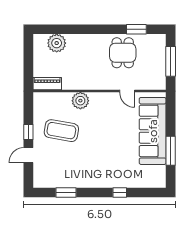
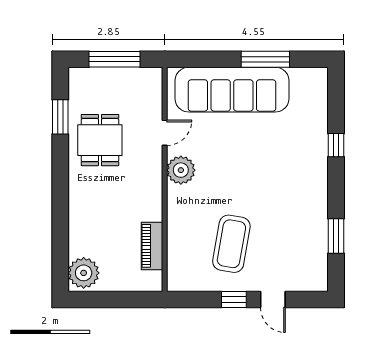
plant: (57, 43) -> (84, 273), moved
dining table: (123, 53) -> (100, 140), turned 90
piano: (47, 84) -> (152, 246), moved
plant: (80, 101) -> (181, 170), moved

